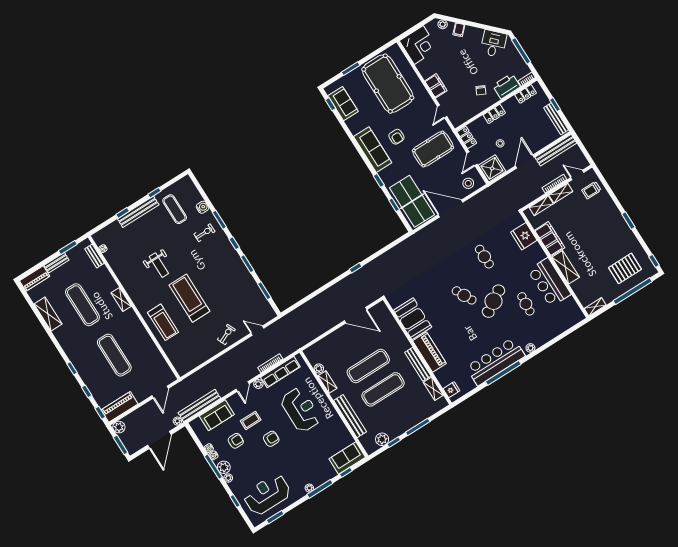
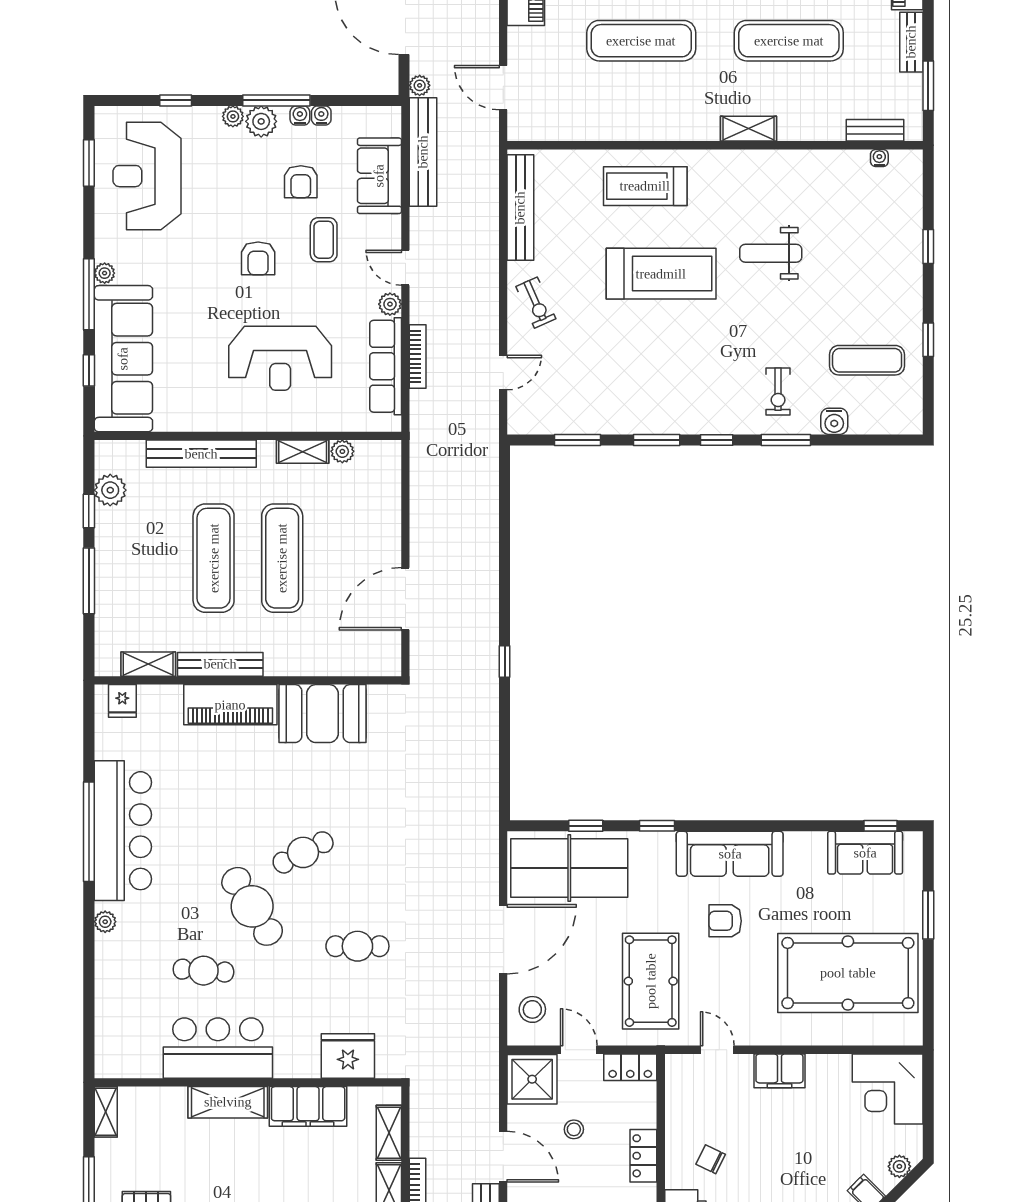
bench: (138, 212) -> (520, 208), moved
sofa: (347, 458) -> (123, 359), width x1.85, depth x1.27
reception desk: (267, 494) -> (147, 176), turned 180

